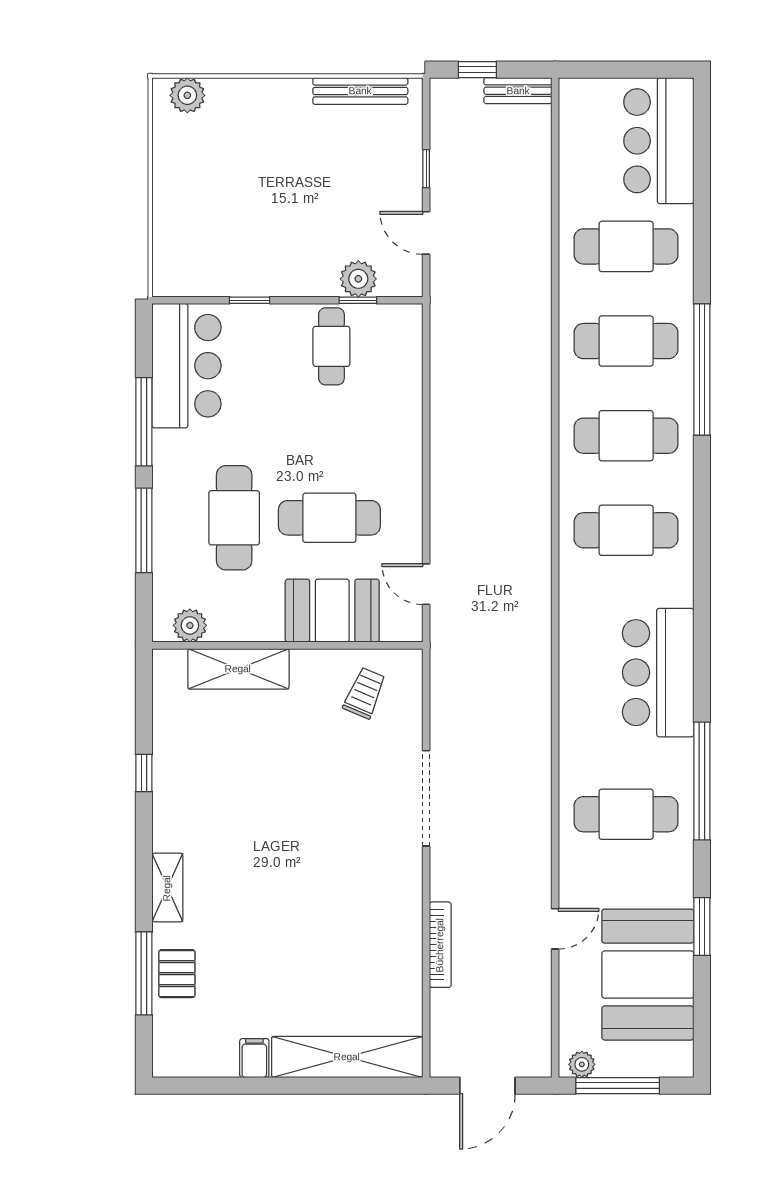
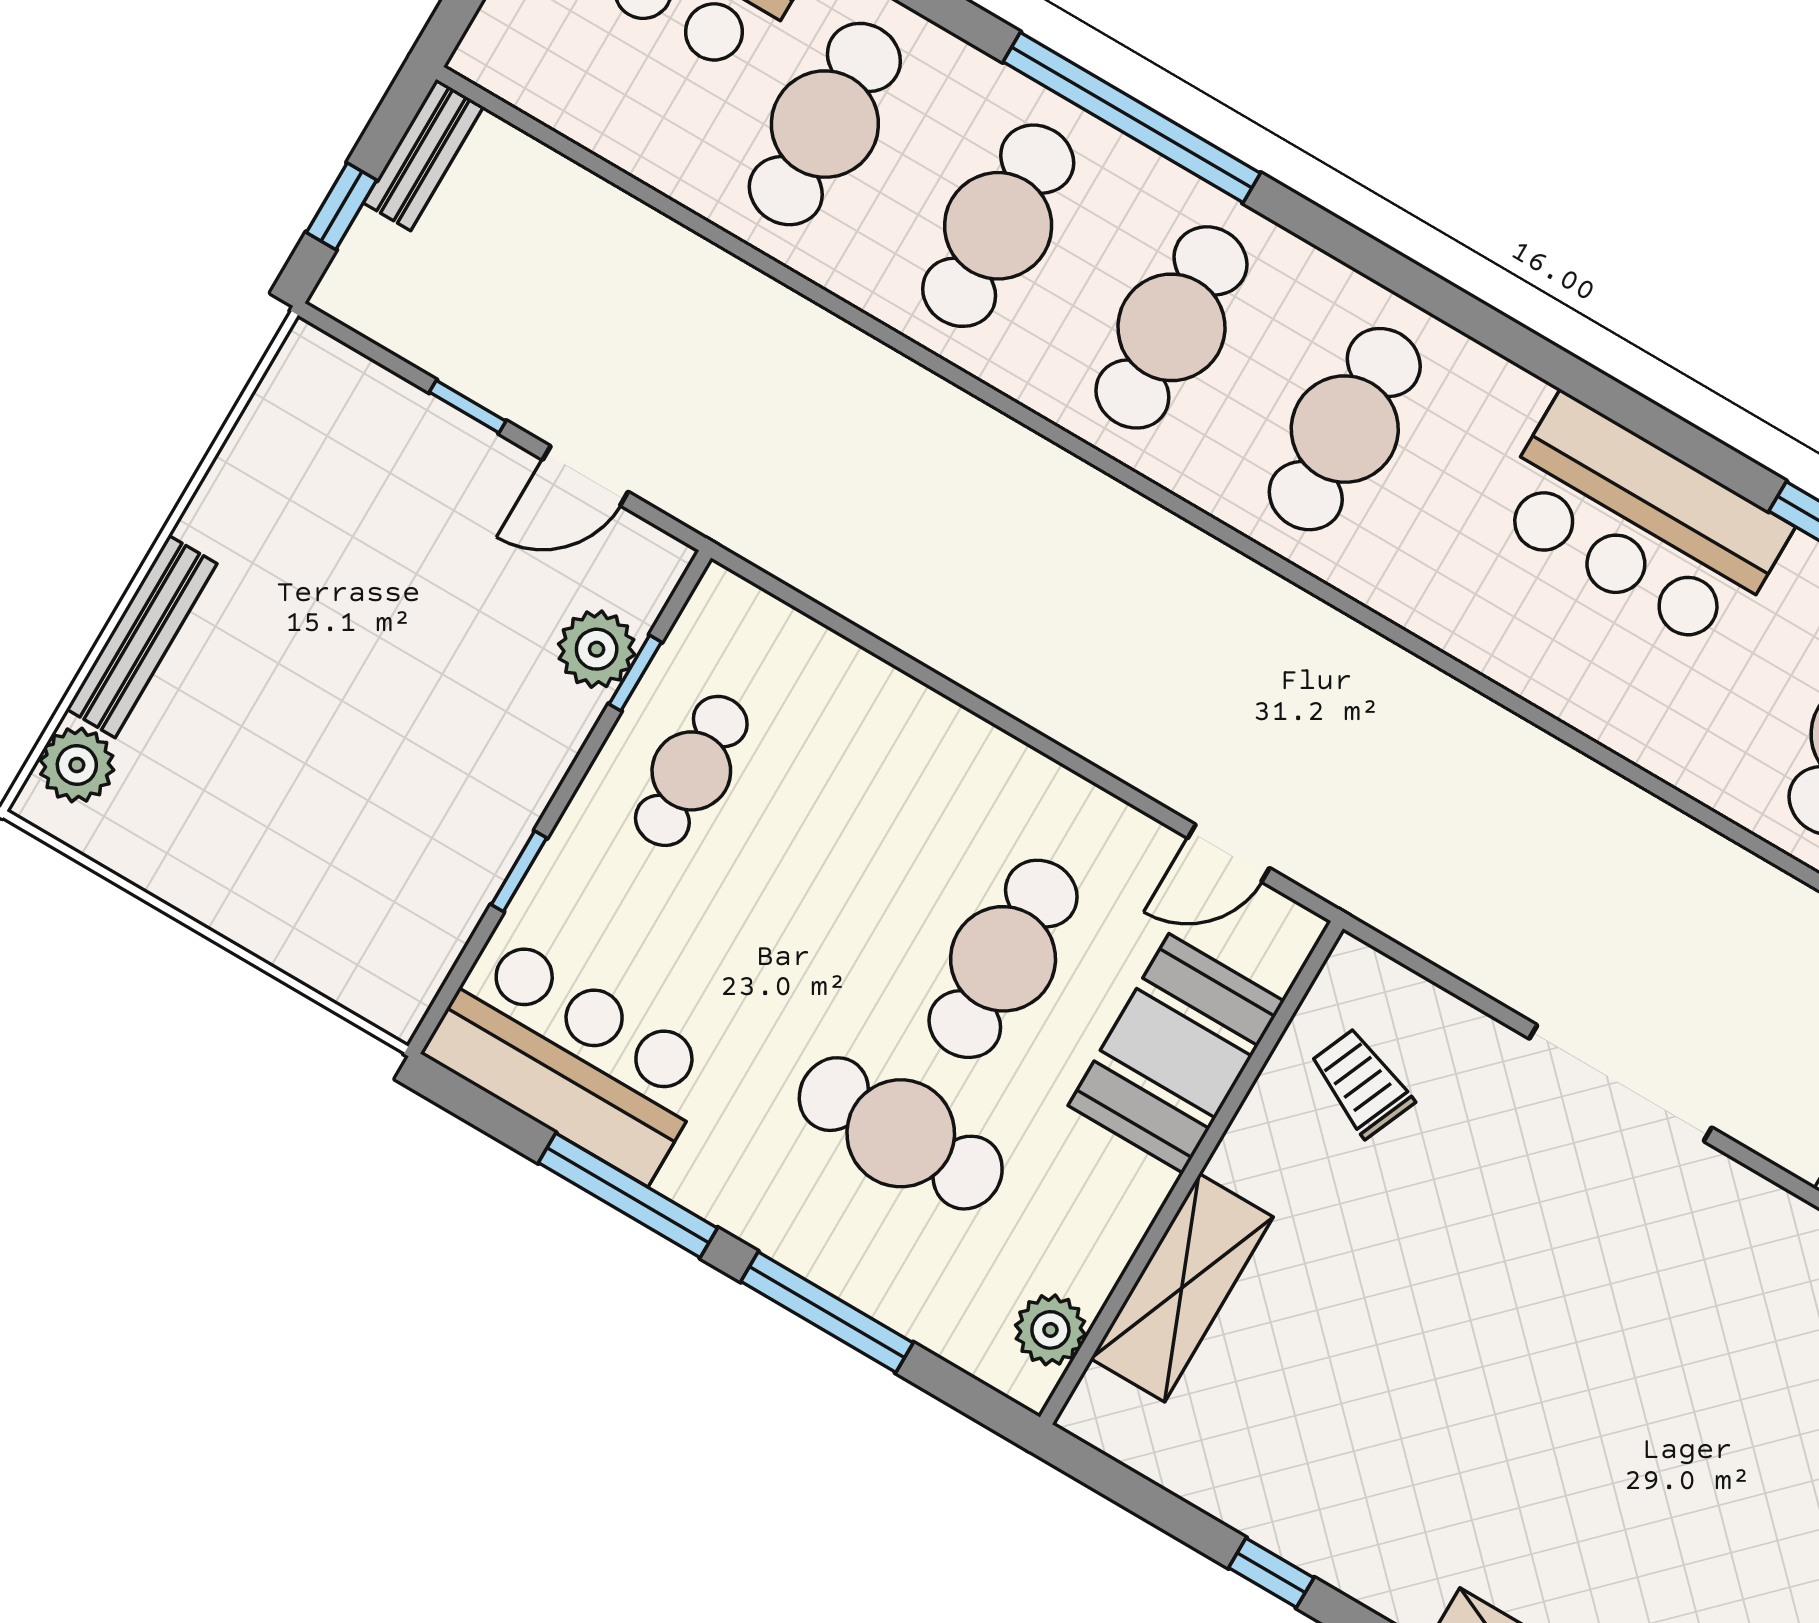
bench: (360, 91) -> (142, 636), moved
cafe table: (331, 346) -> (691, 771), turned 90

